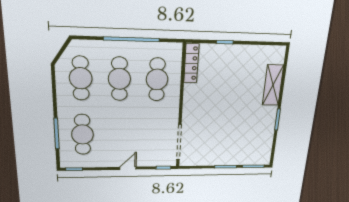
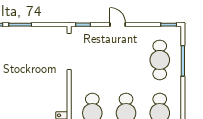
door: (128, 168) -> (118, 25), swing flipped

